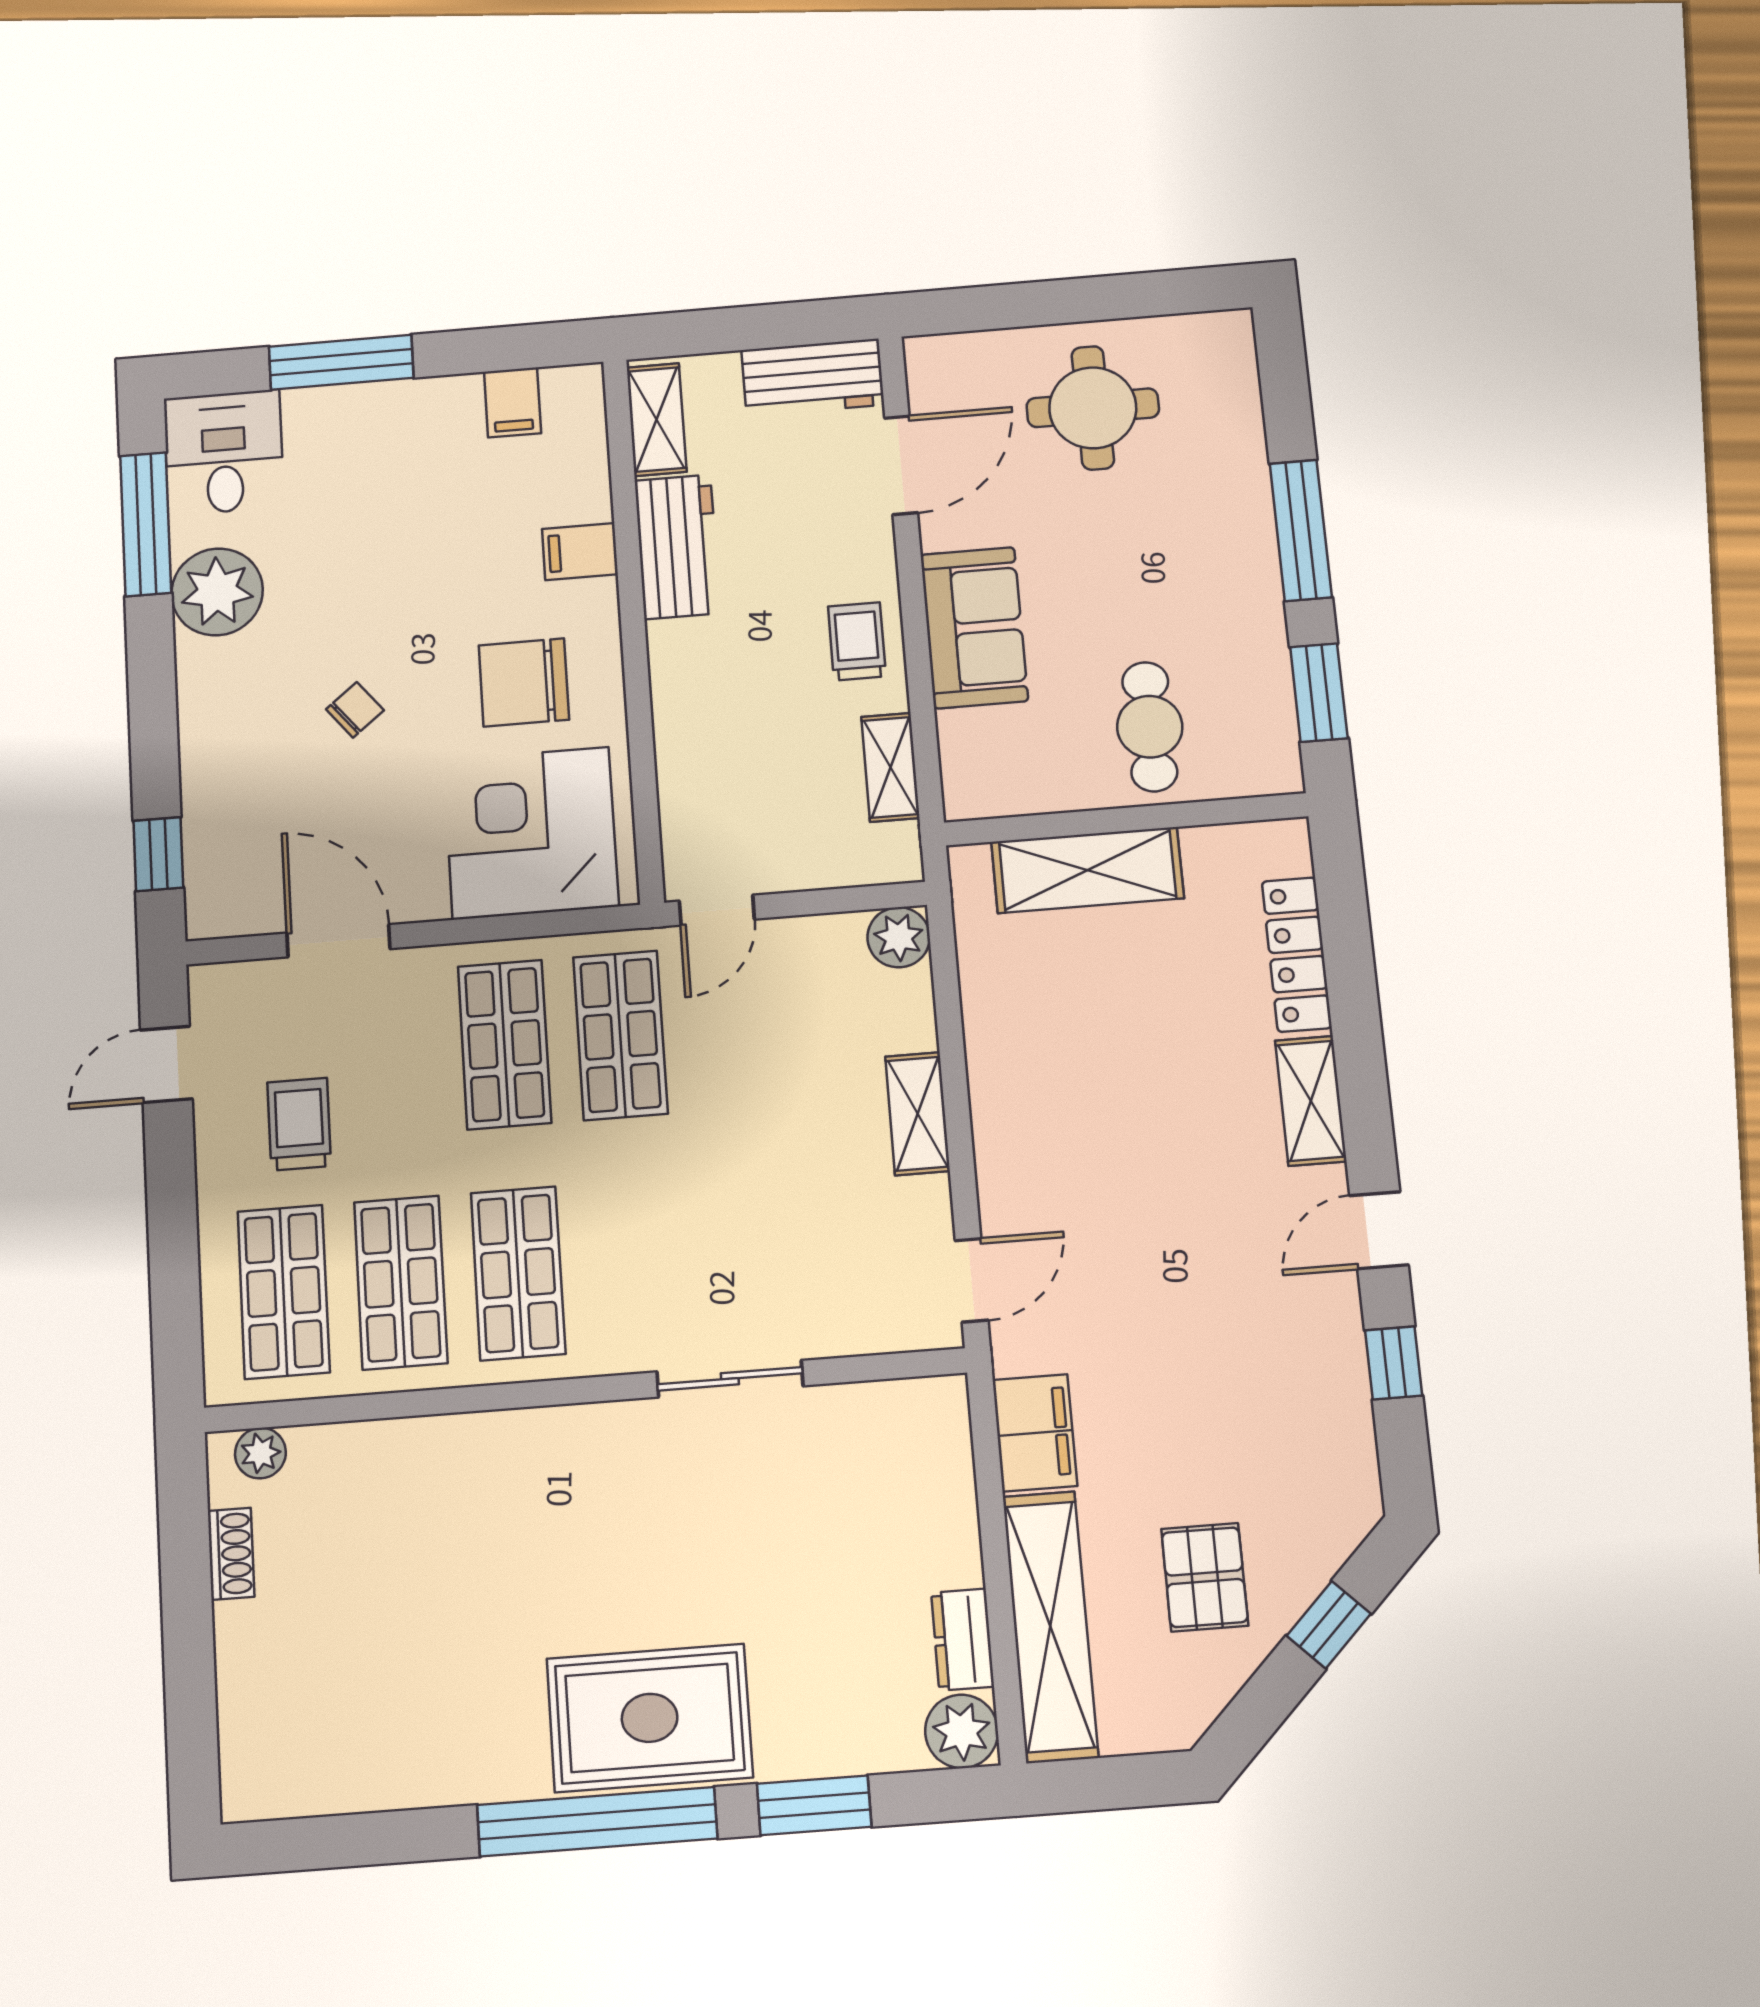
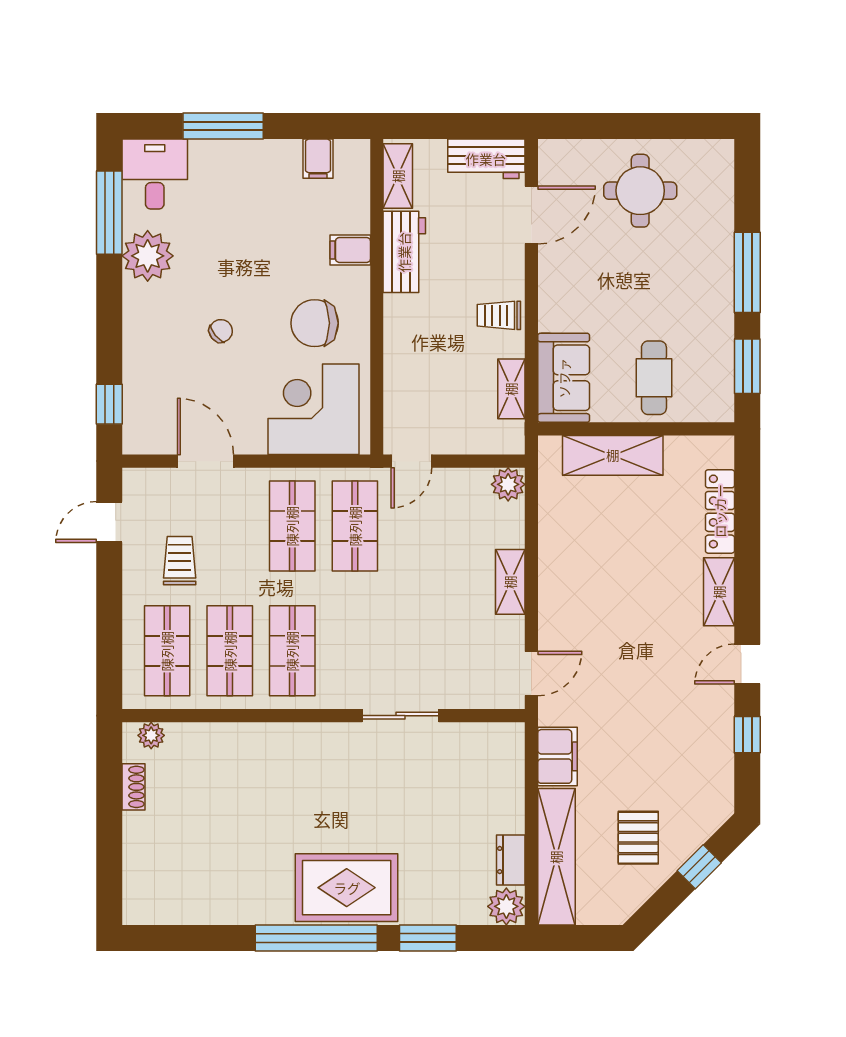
sofa: (974, 628) -> (564, 378), moved
trolley: (857, 641) -> (499, 315), turned -90

